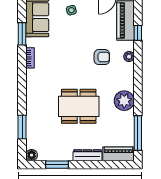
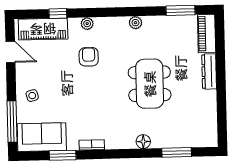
plant: (124, 101) -> (135, 23), width x0.53, depth x0.53
window: (138, 133) -> (180, 10), width x0.69
floor lamp: (32, 155) -> (143, 142), moved
window: (57, 165) -> (222, 108), removed

